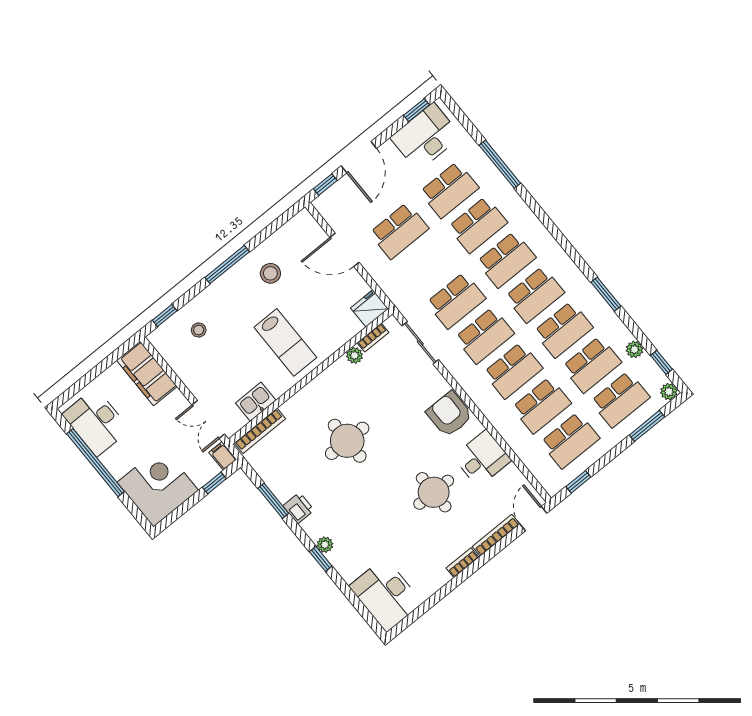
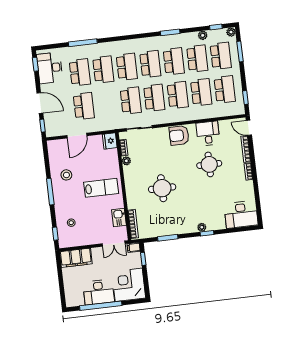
desk: (96, 422) -> (99, 292), moved
printer: (299, 508) -> (178, 229), removed

